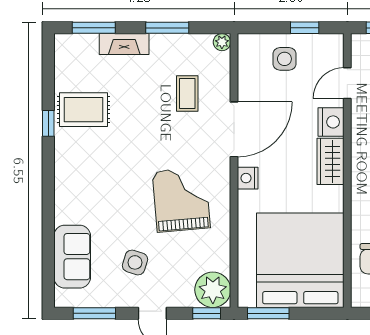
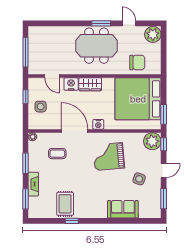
sofa: (72, 257) -> (123, 209), moved

